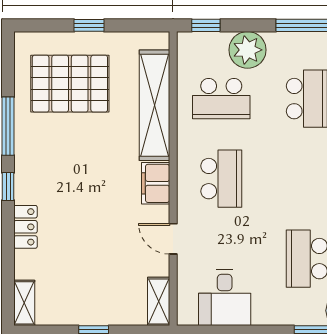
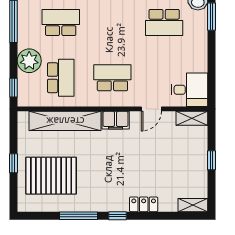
pallet: (70, 84) -> (51, 176), turned 90
desk: (225, 298) -> (189, 90), moved

